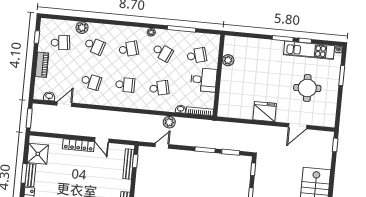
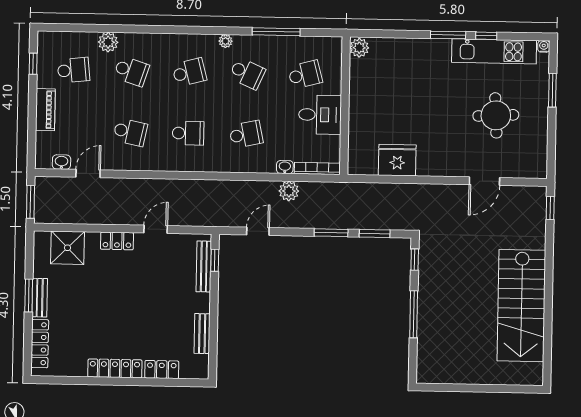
plant: (228, 60) -> (359, 48), moved
fridge: (265, 112) -> (397, 160), moved
plant: (169, 122) -> (289, 191), moved
door: (102, 140) -> (156, 229), swing flipped
locker: (78, 145) -> (117, 241), width x0.66
shower: (38, 154) -> (67, 248), moved

